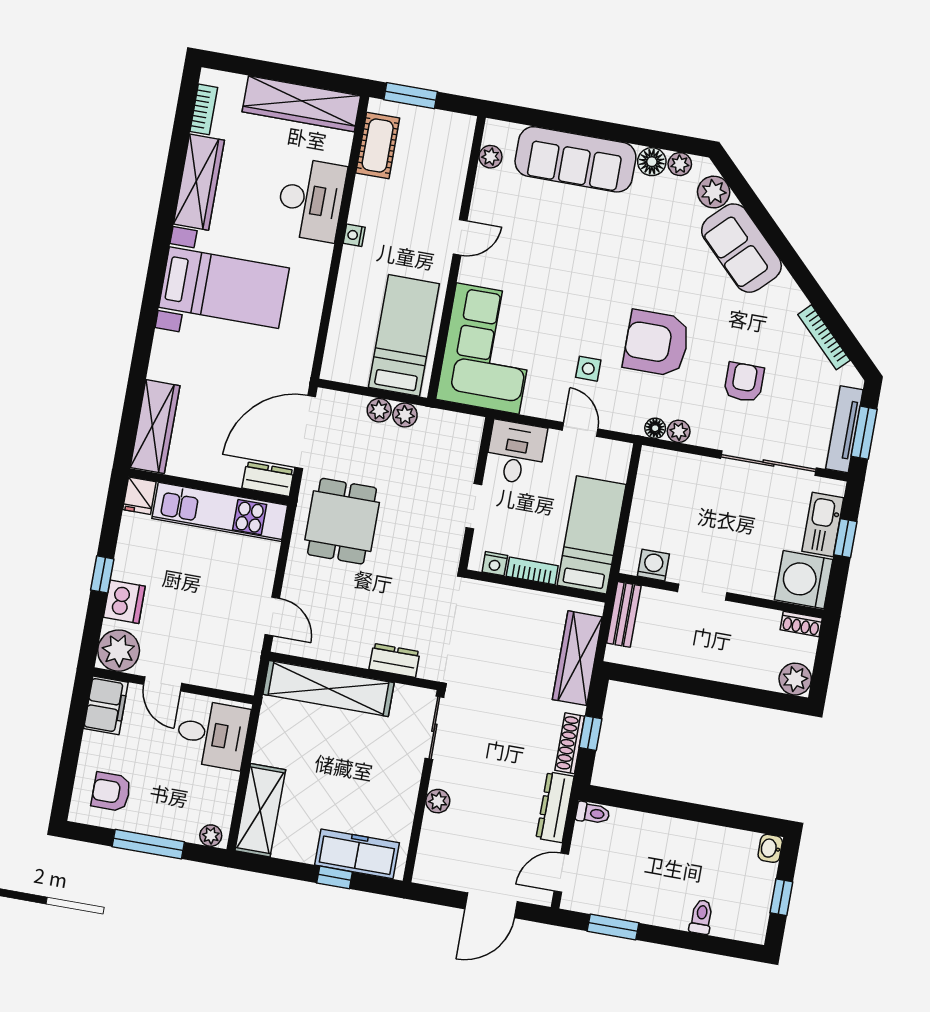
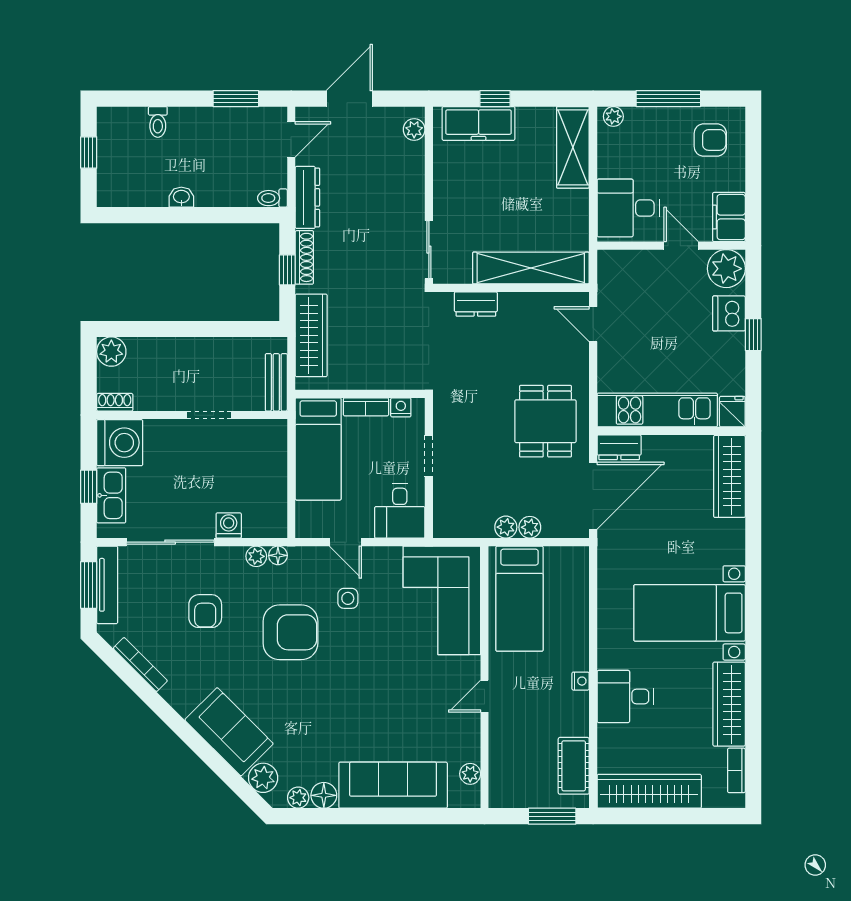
desk: (311, 200) -> (625, 696), width x0.73
washing machine: (653, 565) -> (229, 525), moved, turned 180
plant: (438, 801) -> (414, 130), moved
washbasin: (770, 848) -> (181, 197), moved, turned -90

